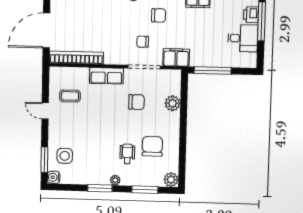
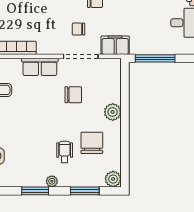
plant: (172, 103) -> (113, 112), moved

